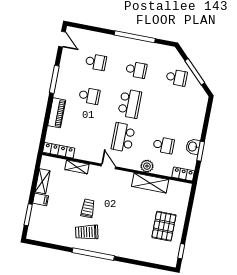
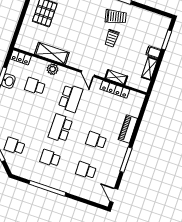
locker: (59, 150) -> (115, 89), moved

